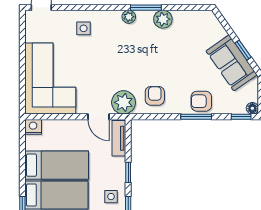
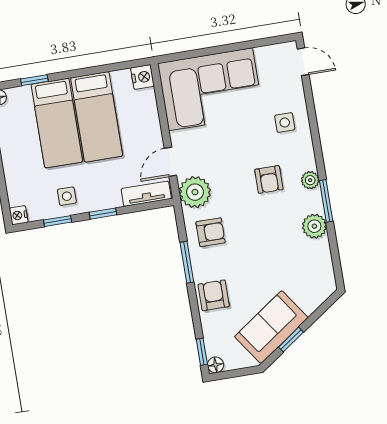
armchair: (123, 47) -> (269, 179), added
window: (196, 117) -> (187, 262), moved

